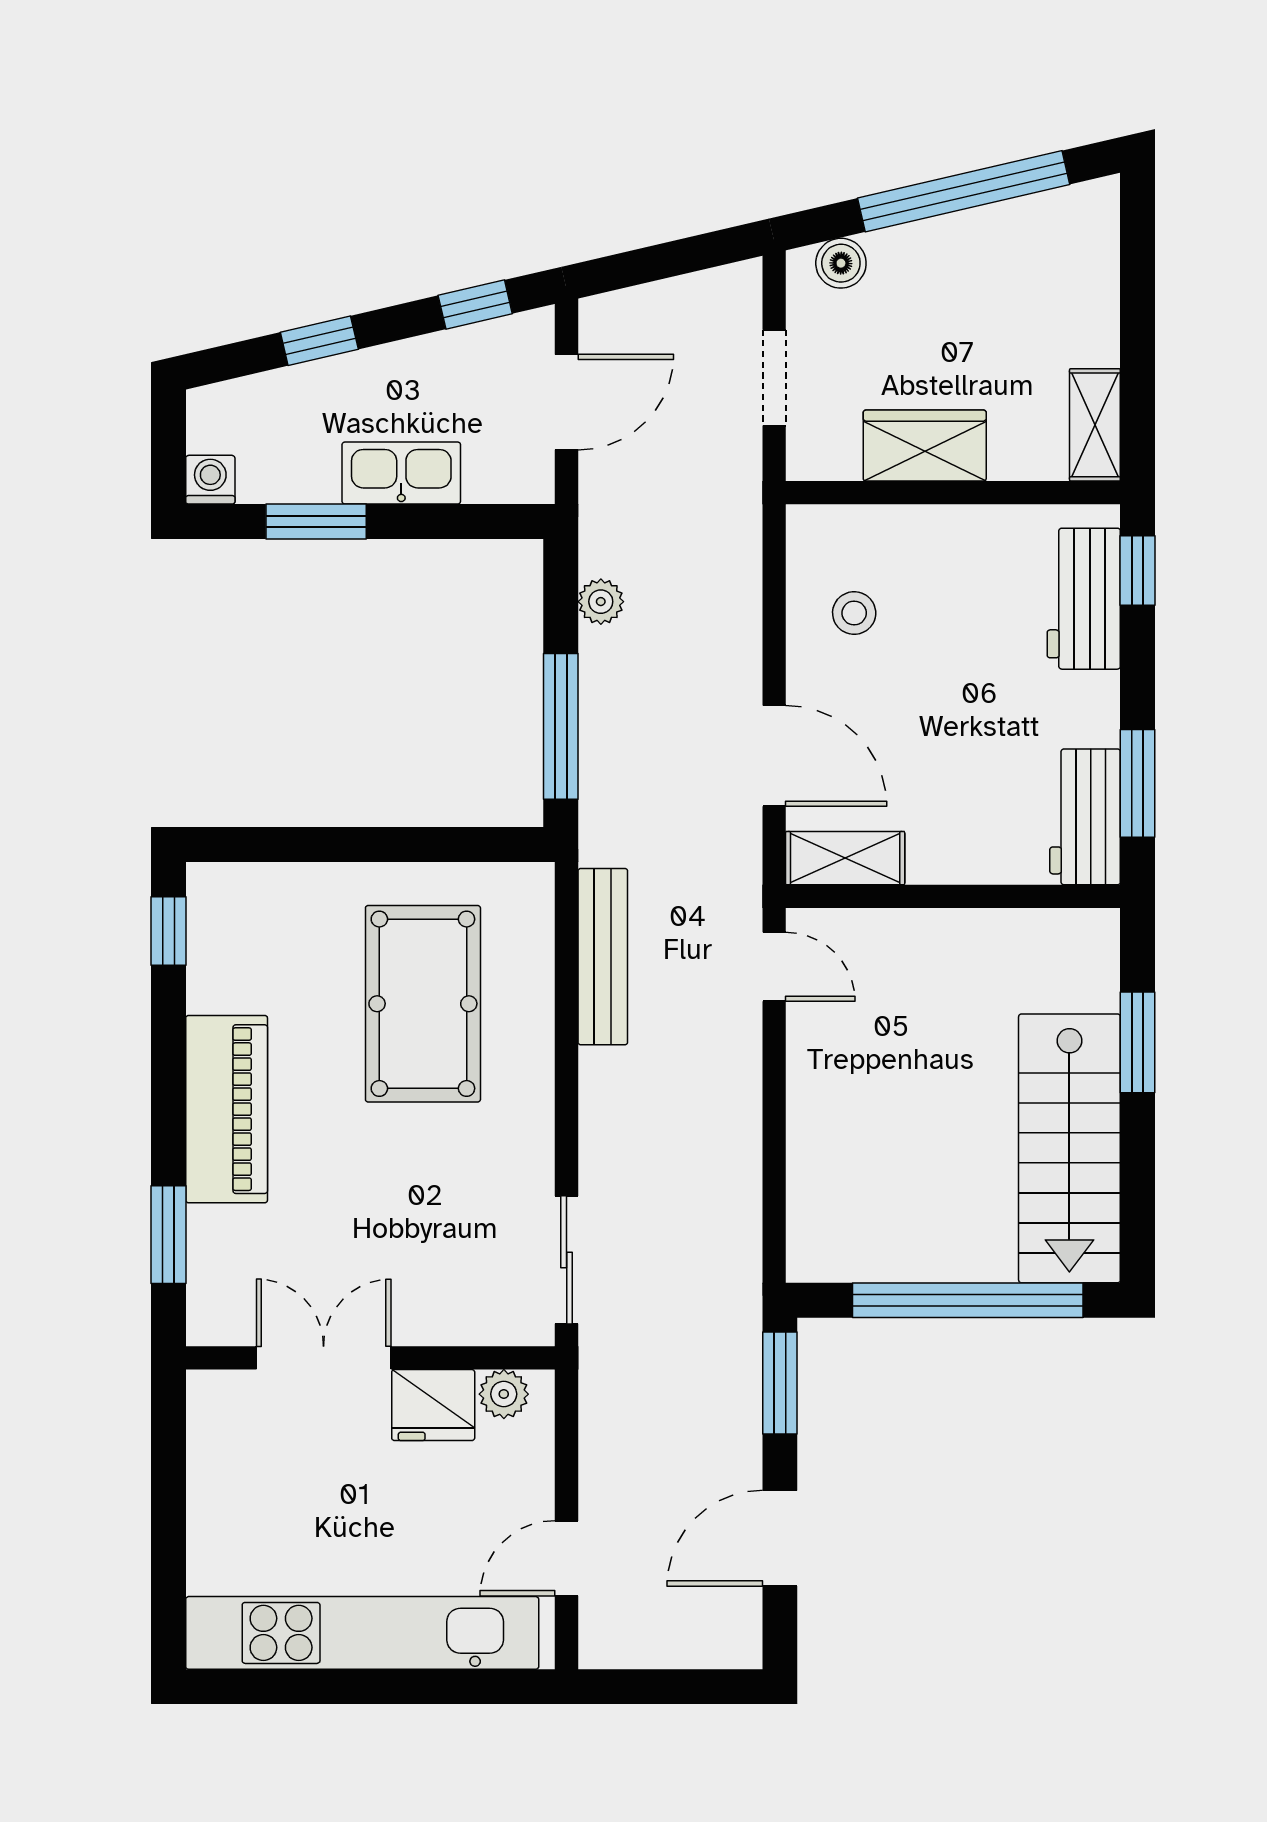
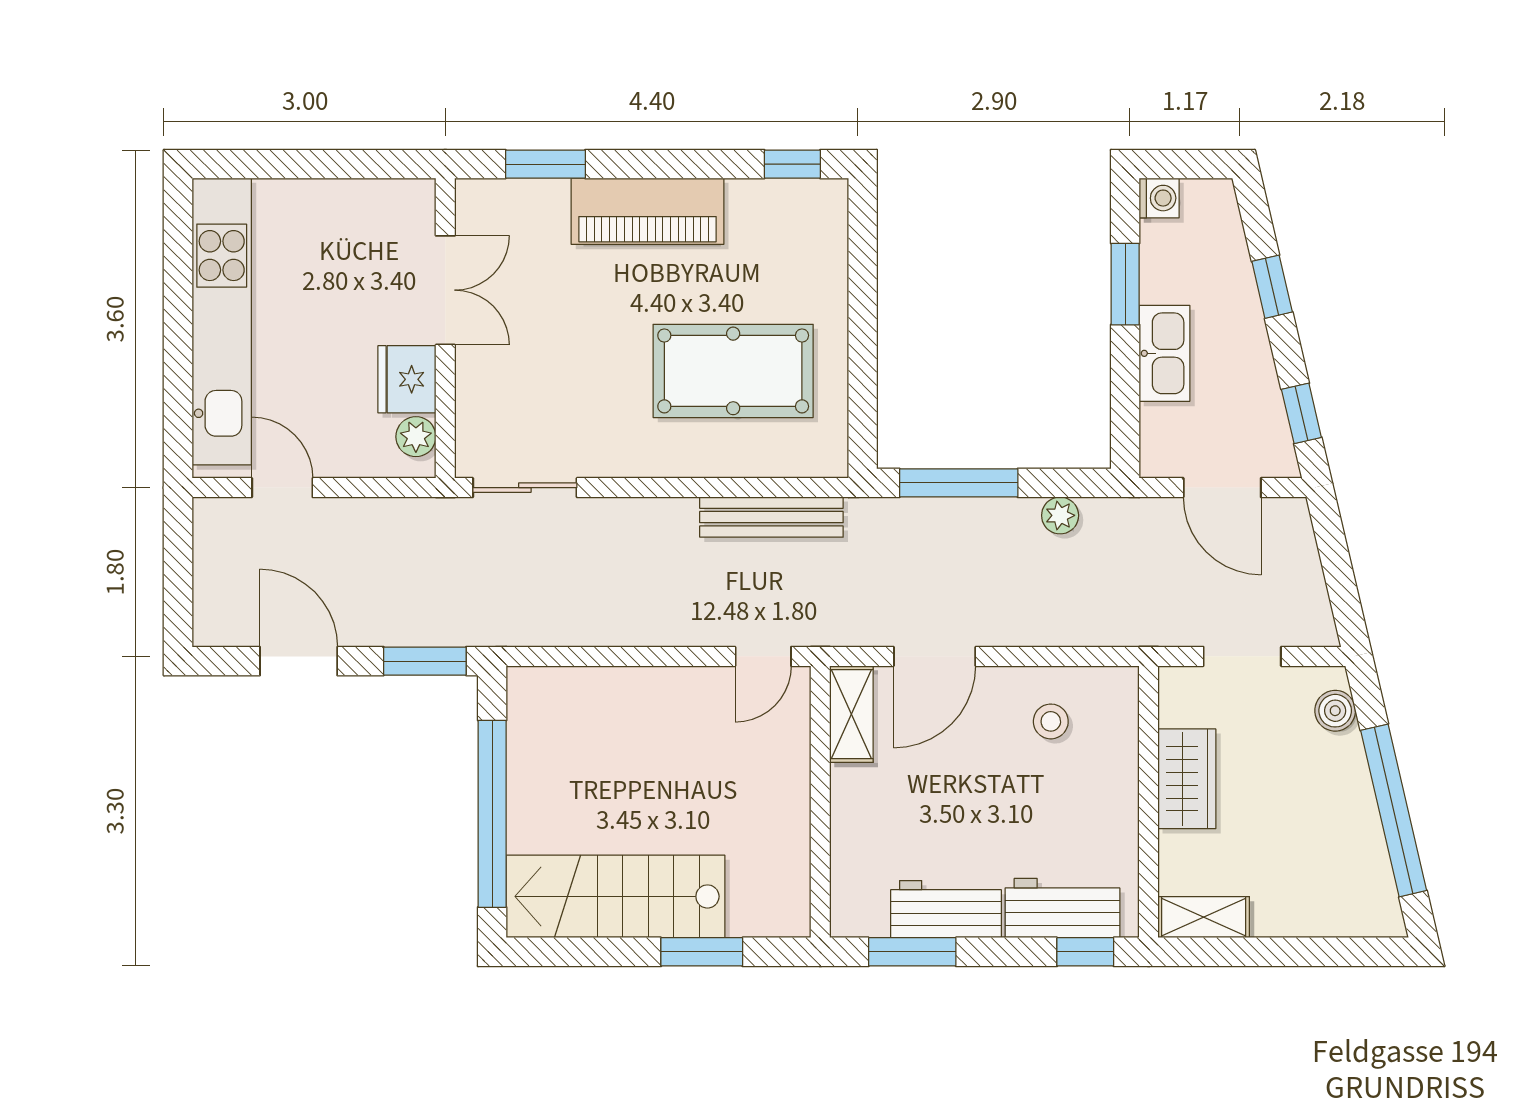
workbench: (1085, 817) -> (946, 909), moved

